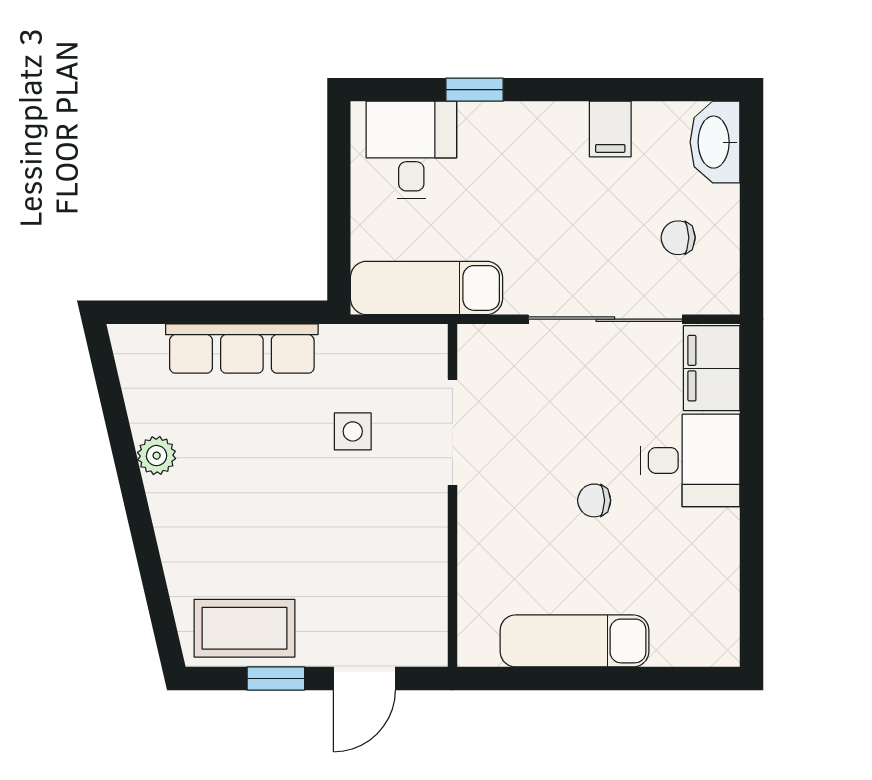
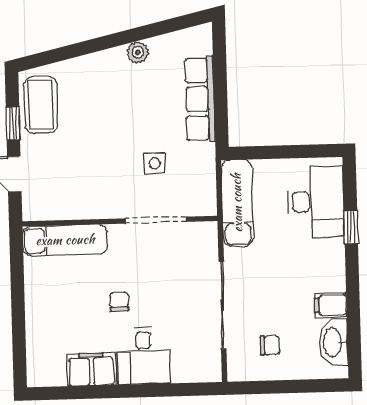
washbasin: (715, 142) -> (333, 342), moved, turned -90
desk: (411, 150) -> (316, 202), width x1.37
chair: (678, 238) -> (270, 345), turned 90
filing cabinet: (712, 368) -> (91, 369), moved
exam couch: (574, 641) -> (65, 240), moved, turned 90

